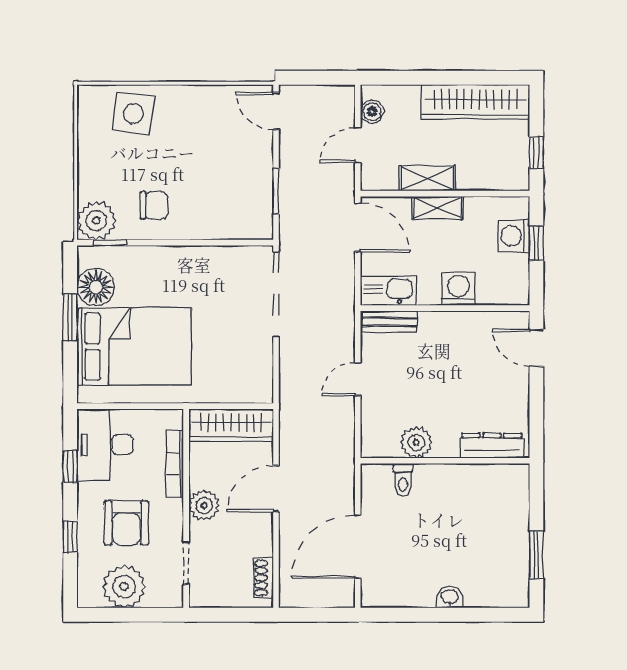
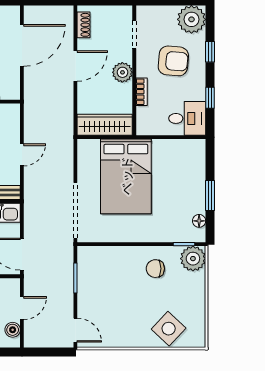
side table: (134, 114) -> (169, 329), turned 35
floor lamp: (96, 287) -> (199, 221), width x0.53, depth x0.53
bed: (134, 347) -> (126, 176), moved, turned -90
desk: (105, 445) -> (187, 118), width x0.73
bookcase: (175, 464) -> (142, 92), width x0.64
door: (276, 489) -> (75, 66), moved
armchair: (126, 523) -> (173, 61), turned 95
plant: (124, 586) -> (191, 19), moved

